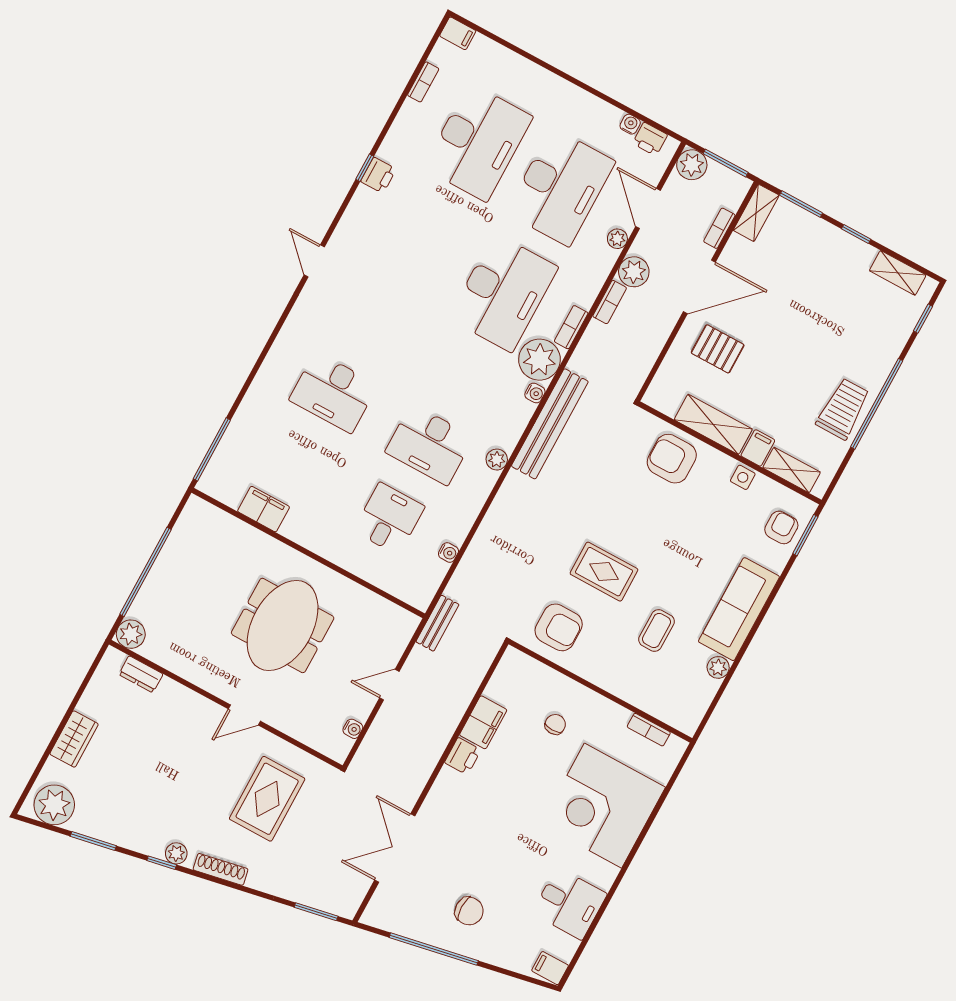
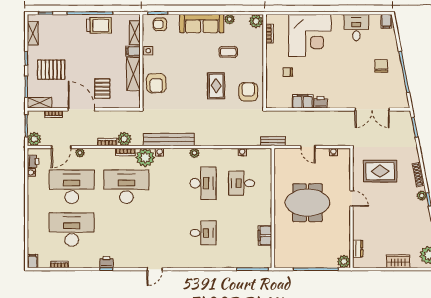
pallet: (808, 270) -> (51, 70), added
plant: (634, 272) -> (124, 139), moved
desk: (333, 392) -> (203, 233), width x0.73
trolley: (843, 409) -> (99, 25), turned 180
plant: (687, 716) -> (256, 21), added

